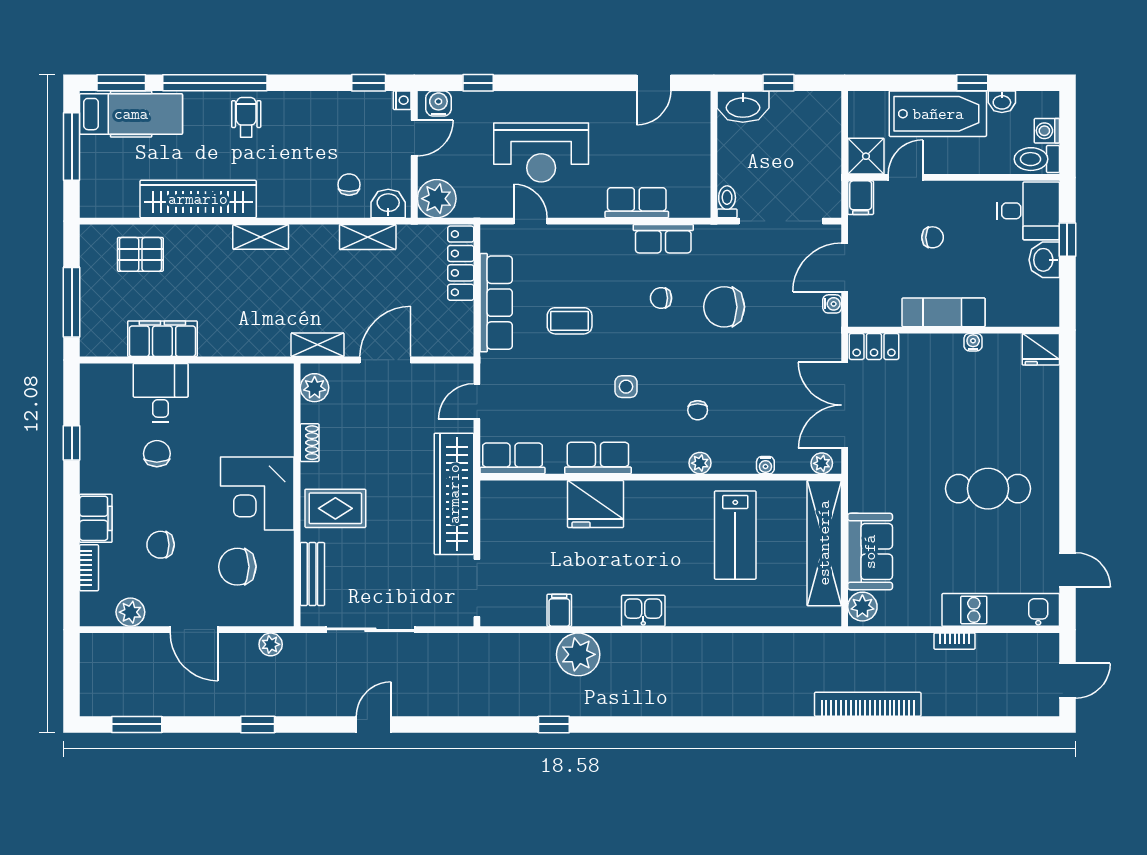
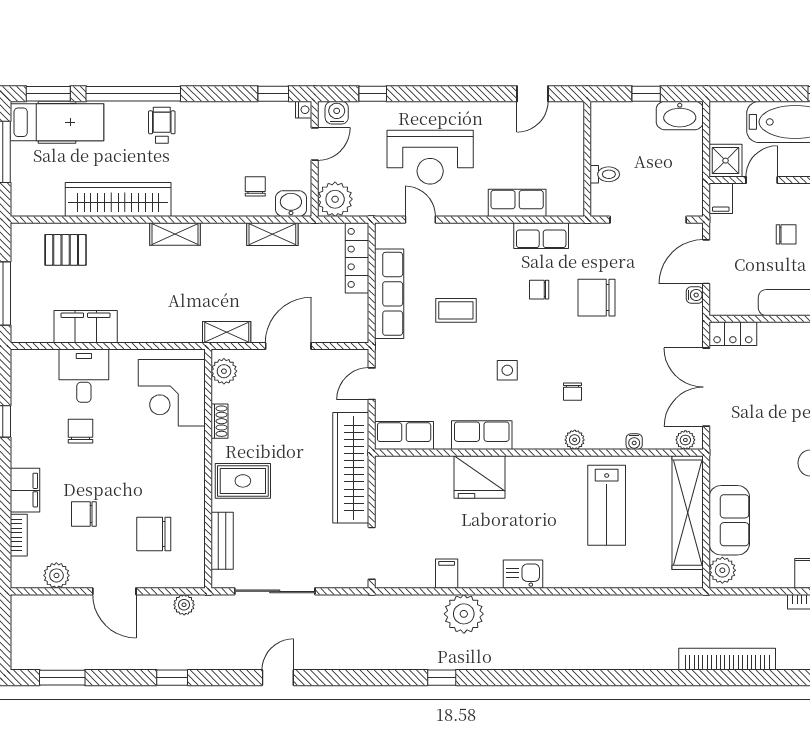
washbasin: (743, 107) -> (680, 116), moved
toilet: (727, 202) -> (605, 174), moved, turned 90
corner desk: (257, 493) -> (172, 393), moved

